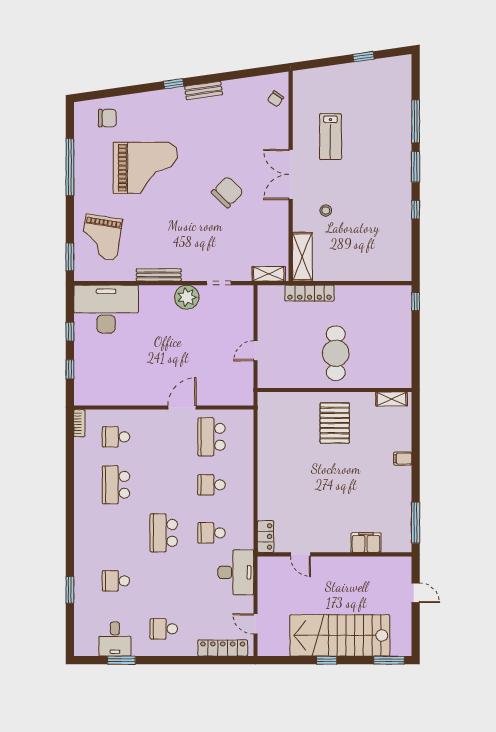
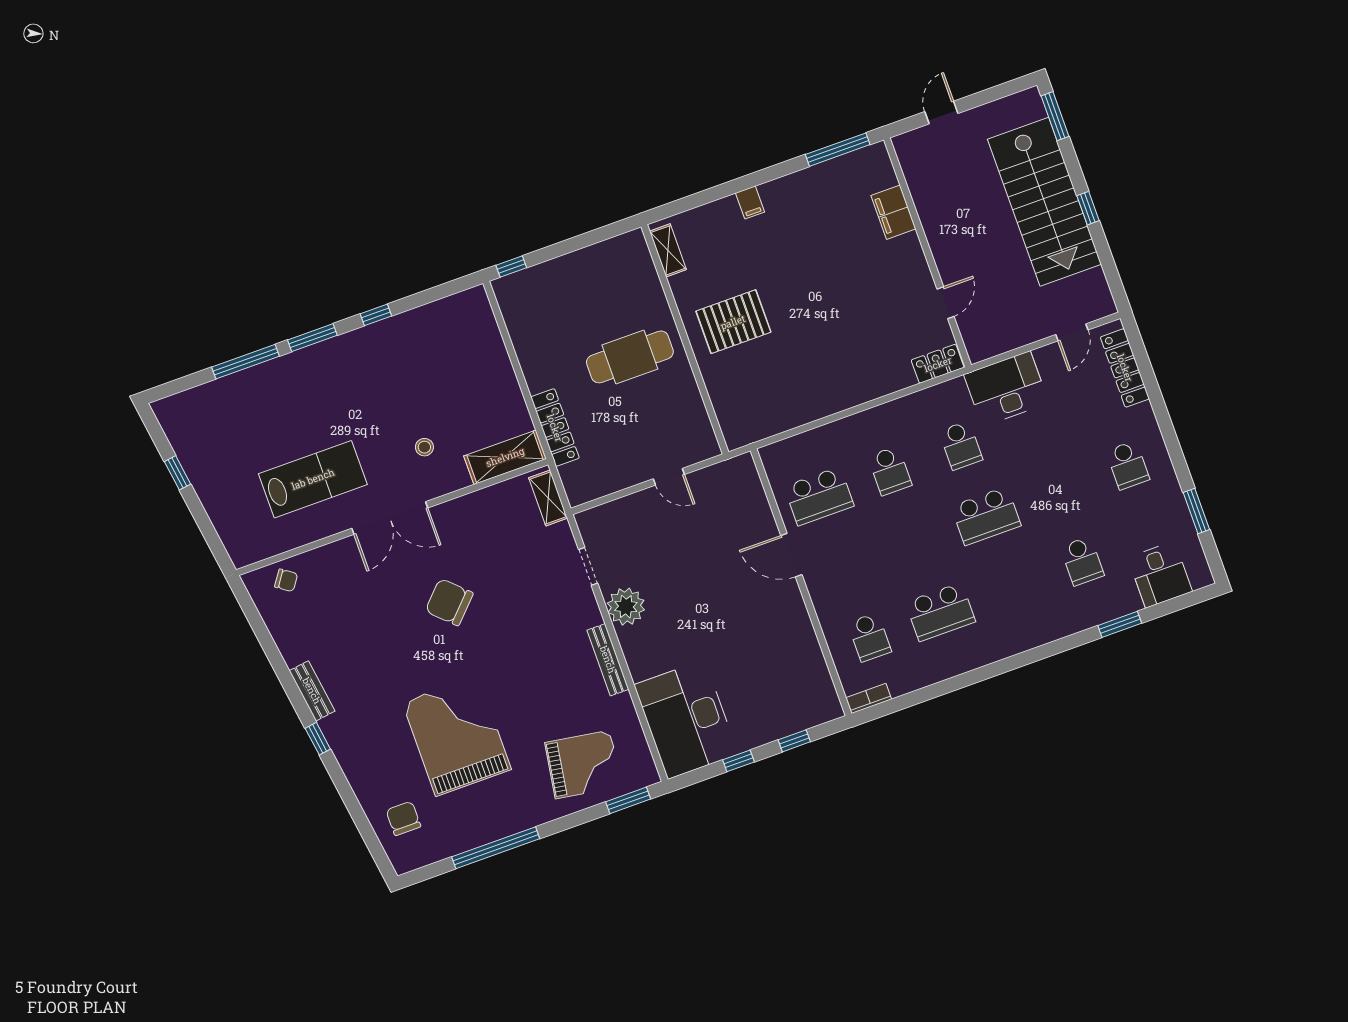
lab bench: (330, 137) -> (313, 479), width x1.36, depth x1.39
desk: (115, 639) -> (1160, 575), moved, turned 90

